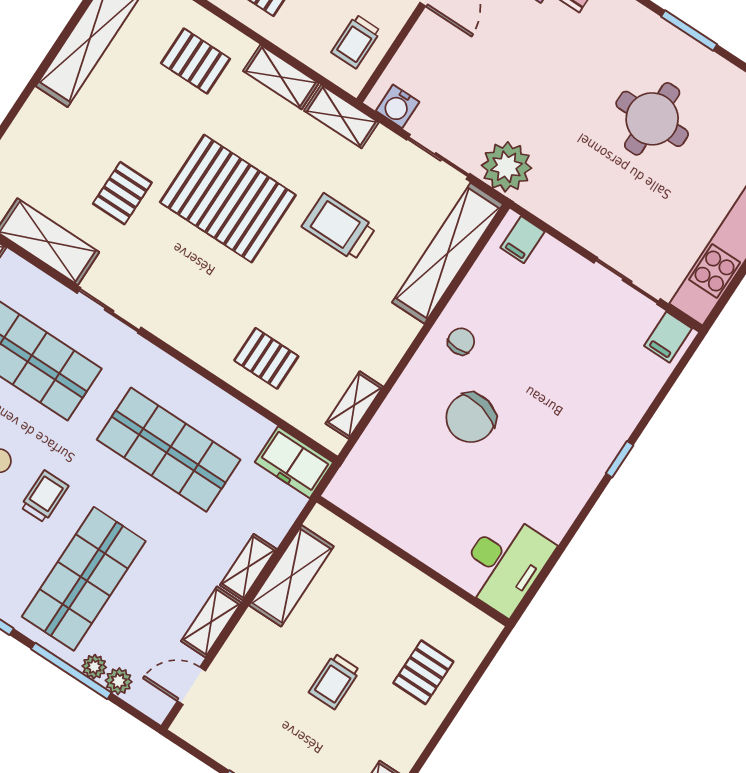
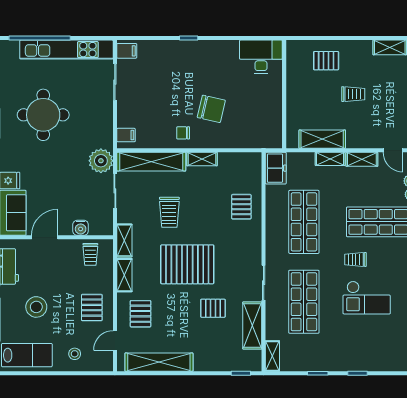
trolley: (356, 42) -> (90, 254), turned 90
water cooler: (398, 106) -> (81, 228), moved, turned 90
round table: (652, 119) -> (43, 115), width x1.36, depth x1.36
pallet: (228, 199) -> (187, 264), turned 90
shelving: (354, 405) -> (202, 159), moved

